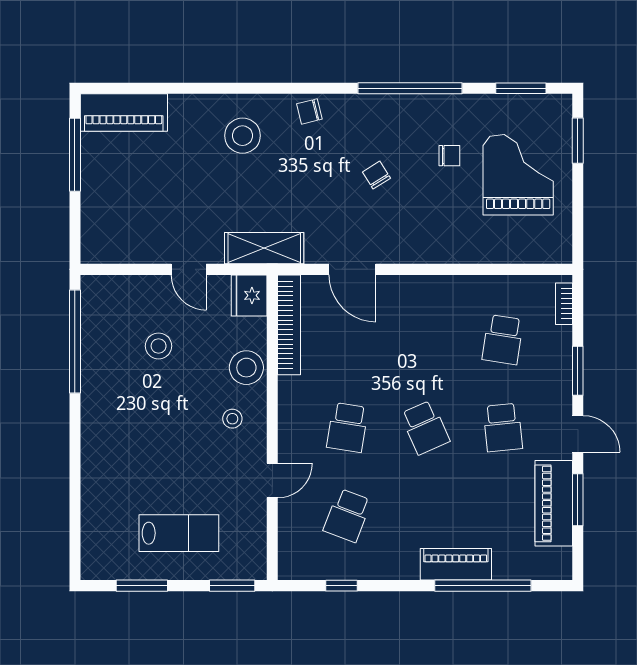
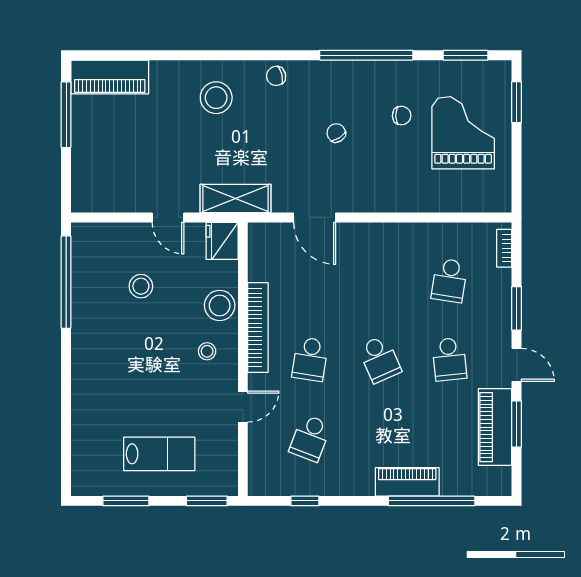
bookcase: (289, 325) -> (258, 328), moved

